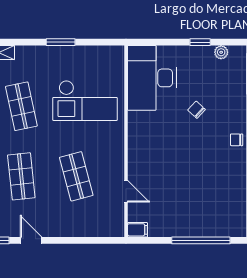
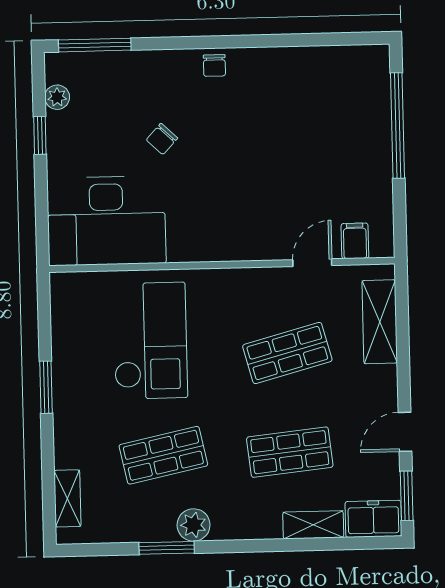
shelving: (92, 228) -> (380, 322), added
filing cabinet: (137, 230) -> (355, 241), moved

